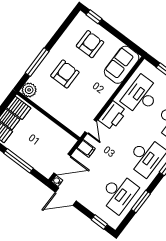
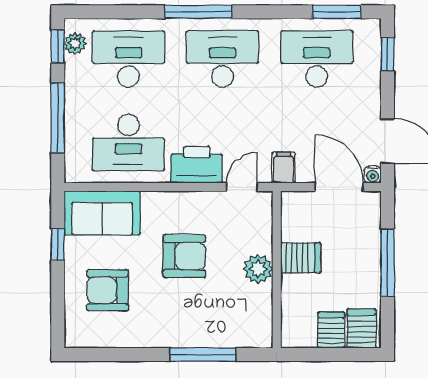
window: (94, 17) -> (58, 244), moved
armchair: (65, 74) -> (184, 256), moved, turned 180
plant: (29, 90) -> (258, 269), moved
server rack: (19, 108) -> (301, 258), moved, turned 90
window: (141, 201) -> (337, 12), moved

